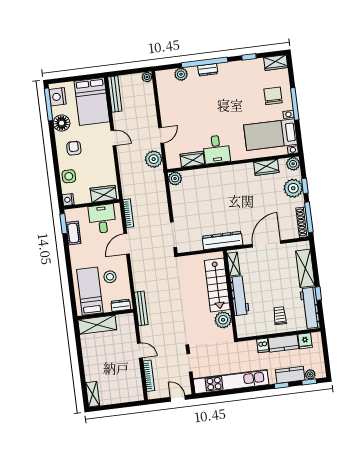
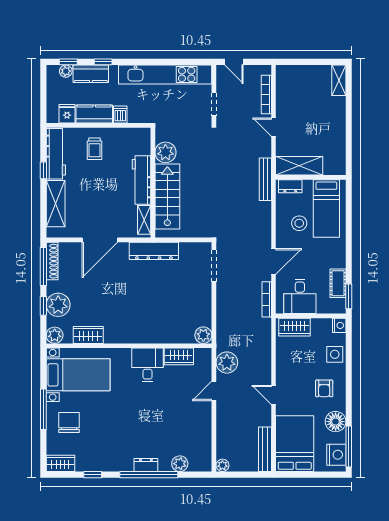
chair: (273, 96) -> (69, 423), turned 180
shelving: (97, 325) -> (299, 166), moved

